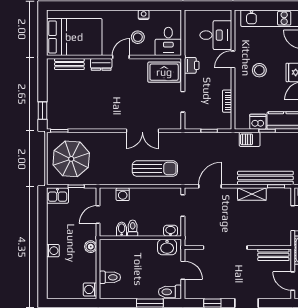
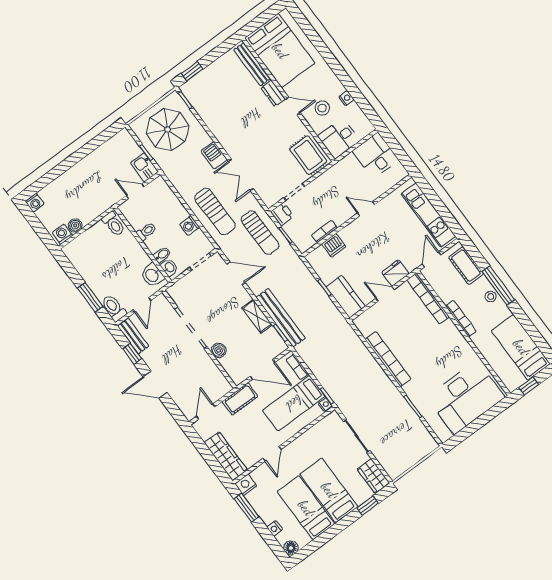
desk: (216, 35) -> (375, 156), moved, turned 180
bench: (69, 64) -> (252, 64), width x1.36
printer: (192, 65) -> (282, 214), moved, turned -90
stool: (259, 70) -> (374, 240), removed
dishwasher: (258, 122) -> (334, 245), moved, turned 90
barbecue: (250, 139) -> (214, 155), moved
sun lounger: (194, 148) -> (260, 233), added
washing machine: (123, 194) -> (190, 226), moved
kitchen sink: (57, 196) -> (144, 167), moved
bidet: (122, 229) -> (162, 255), moved
boiler: (256, 240) -> (219, 350), added
boiler: (91, 247) -> (75, 225), moved
washing machine: (53, 251) -> (35, 203), moved
bench: (273, 255) -> (133, 336), moved
toilet: (110, 277) -> (114, 224), moved

